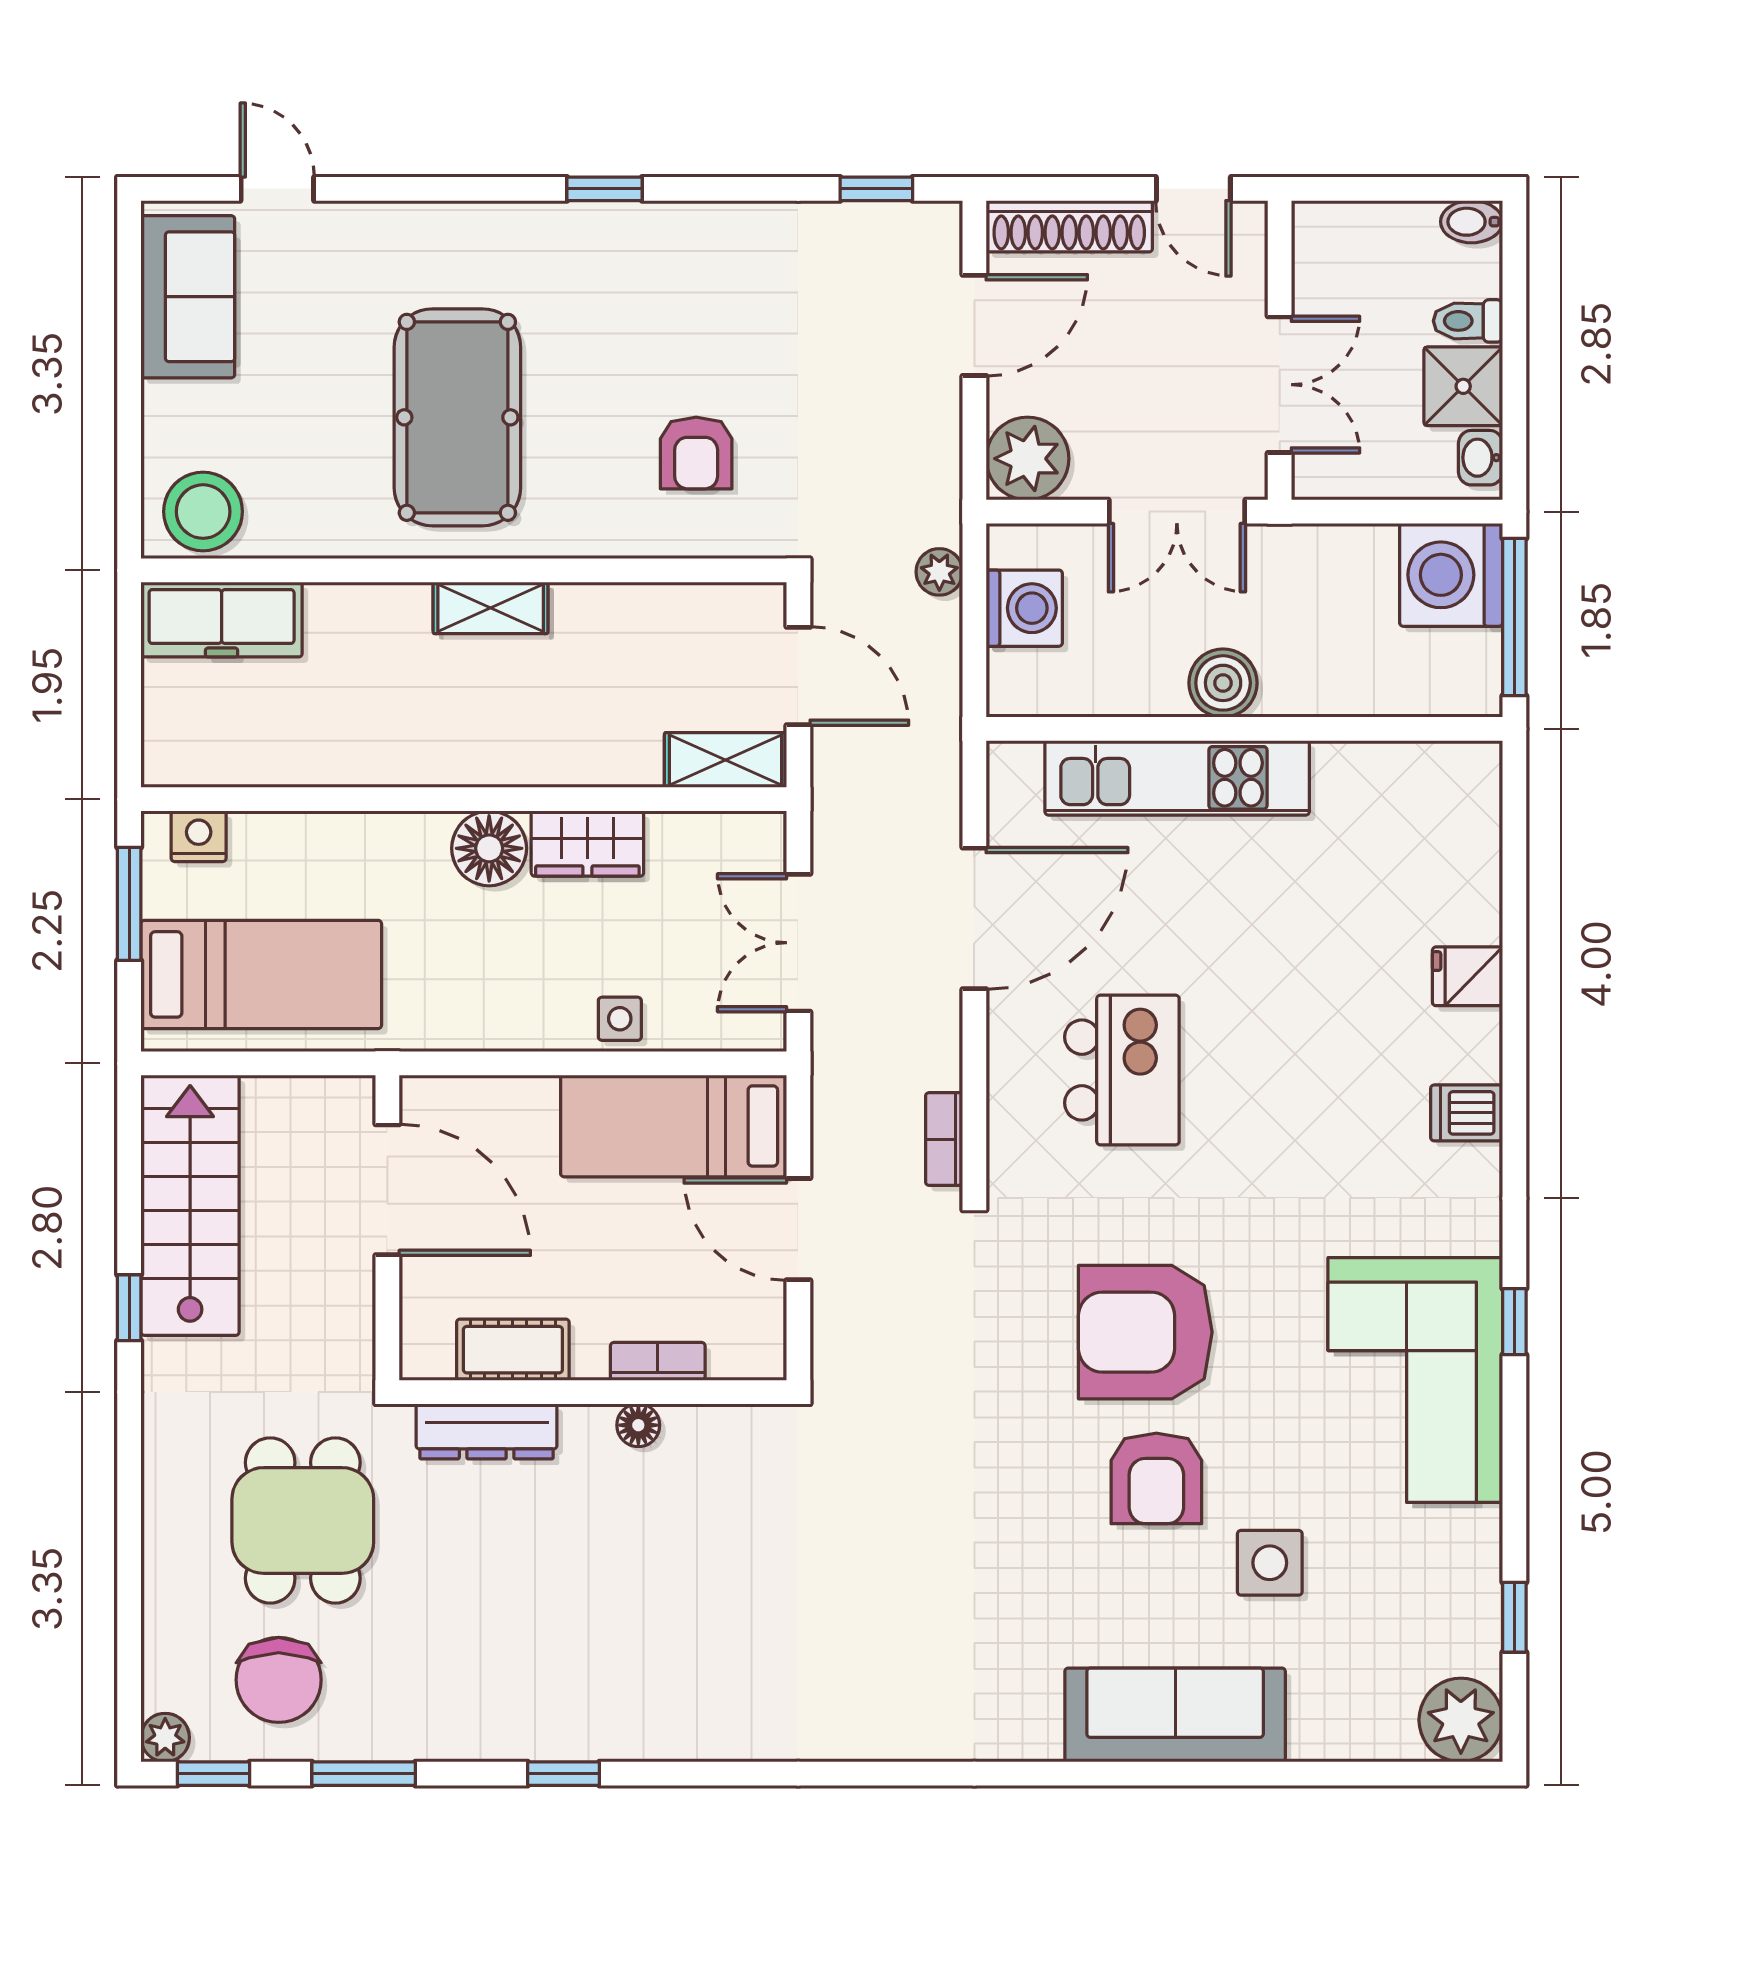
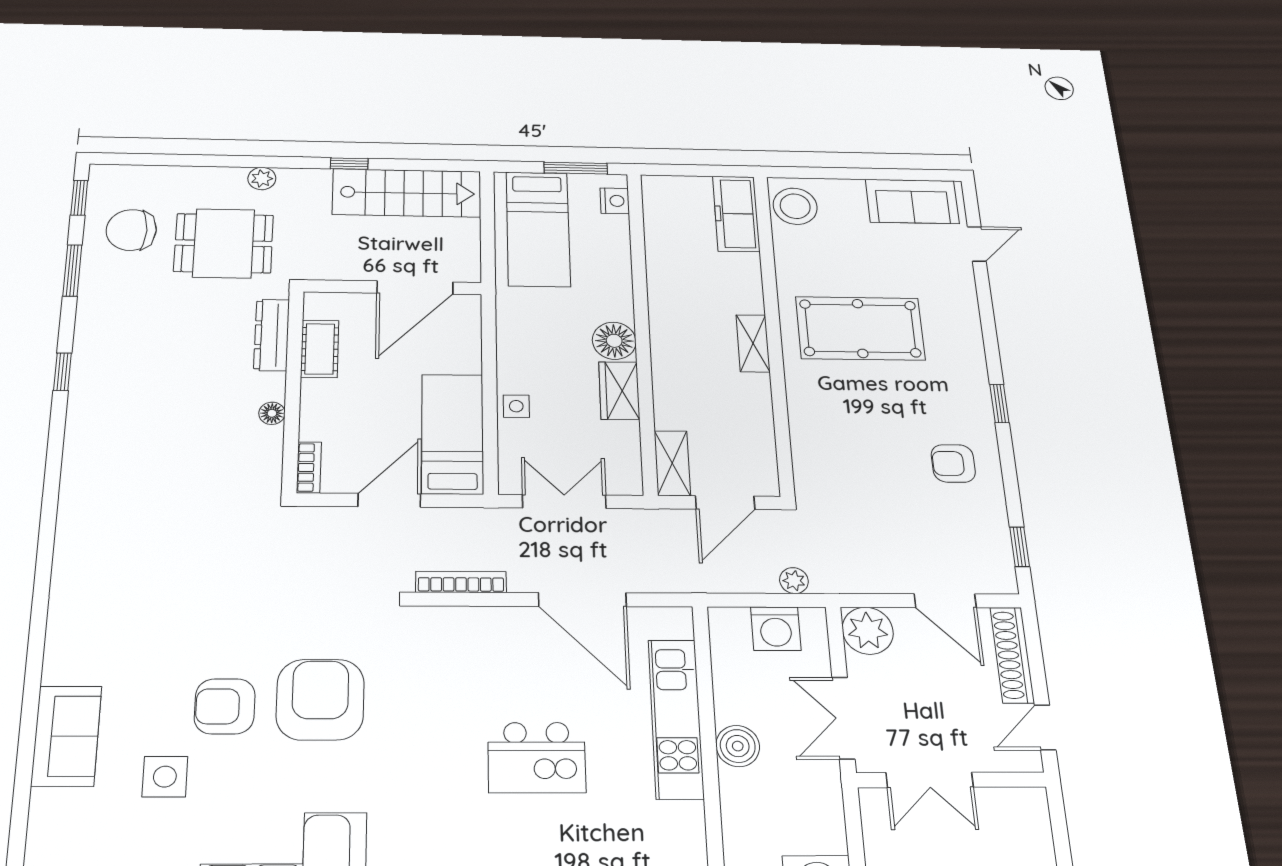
armchair: (696, 453) -> (953, 463), moved
kitchen island: (1122, 1070) -> (537, 757), moved
bookcase: (944, 1139) -> (461, 582), width x1.56
bookcase: (658, 1361) -> (309, 467), moved
sofa: (1175, 1715) -> (66, 736), width x0.73
plant: (165, 1738) -> (262, 179), moved

